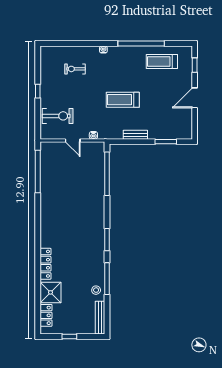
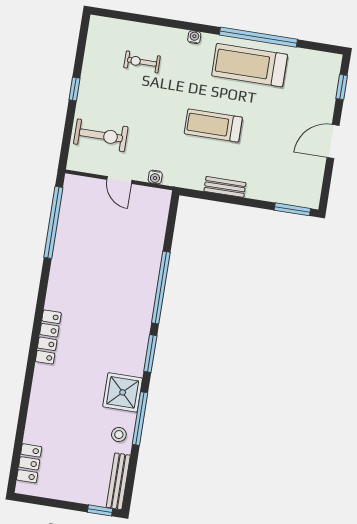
treadmill: (162, 61) -> (250, 65), moved, width x1.37, depth x1.37
window: (166, 142) -> (292, 209), moved
window: (107, 174) -> (161, 287), moved
locker: (46, 264) -> (48, 337), moved
shower: (50, 292) -> (123, 392), moved
window: (69, 336) -> (100, 510), moved

